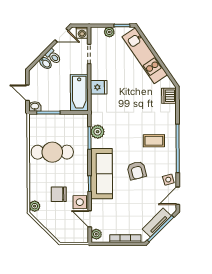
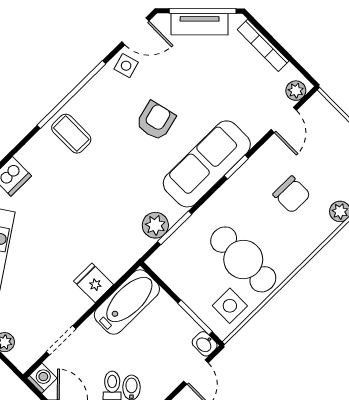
coffee table: (154, 141) -> (71, 134), moved
side table: (80, 202) -> (230, 306), moved

